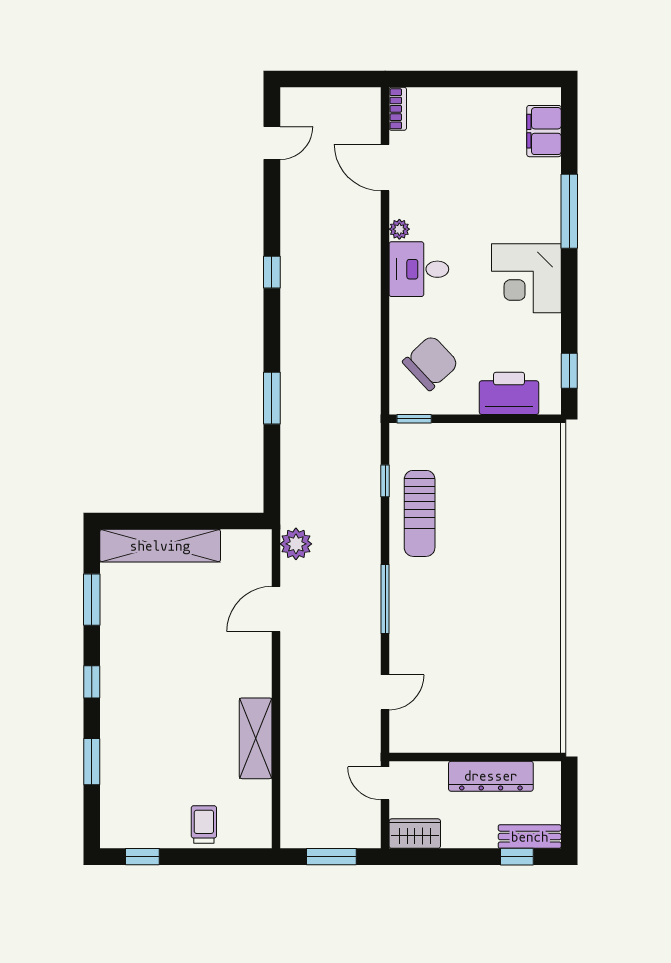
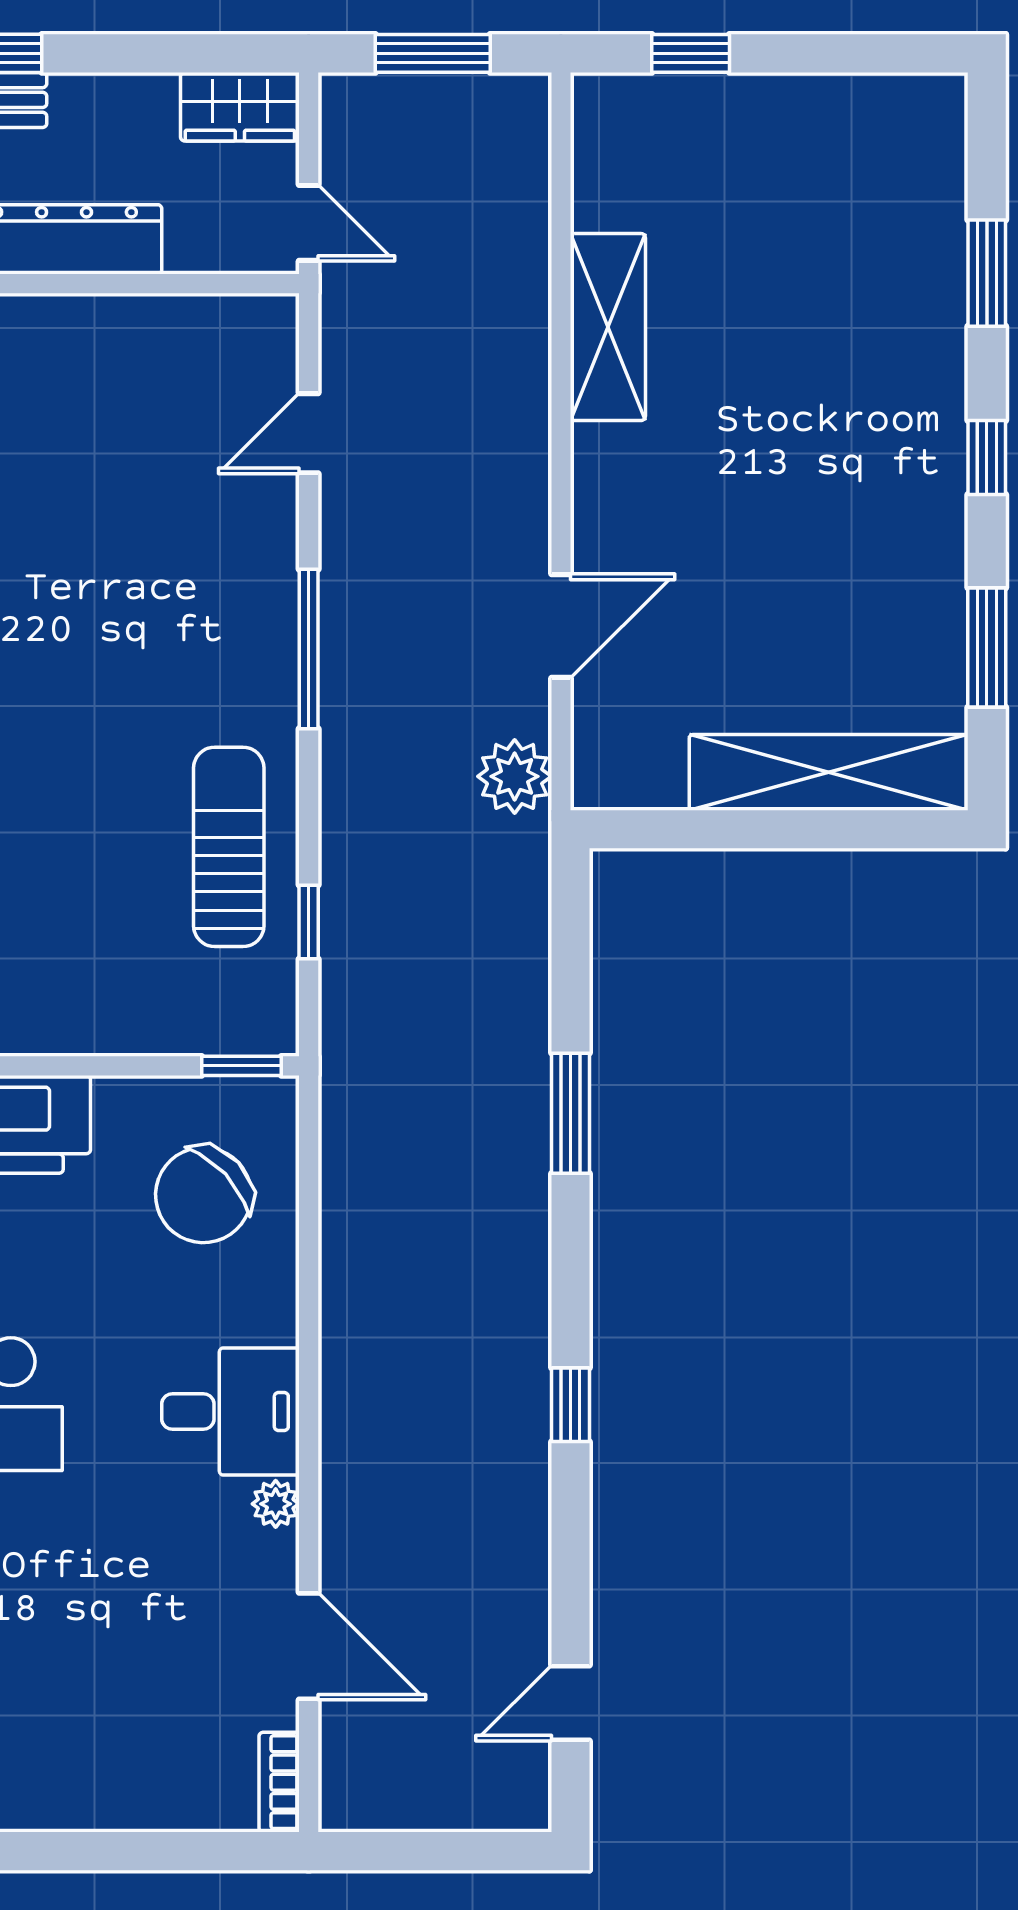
trolley: (204, 824) -> (728, 128), removed
window: (142, 857) -> (691, 53), moved

